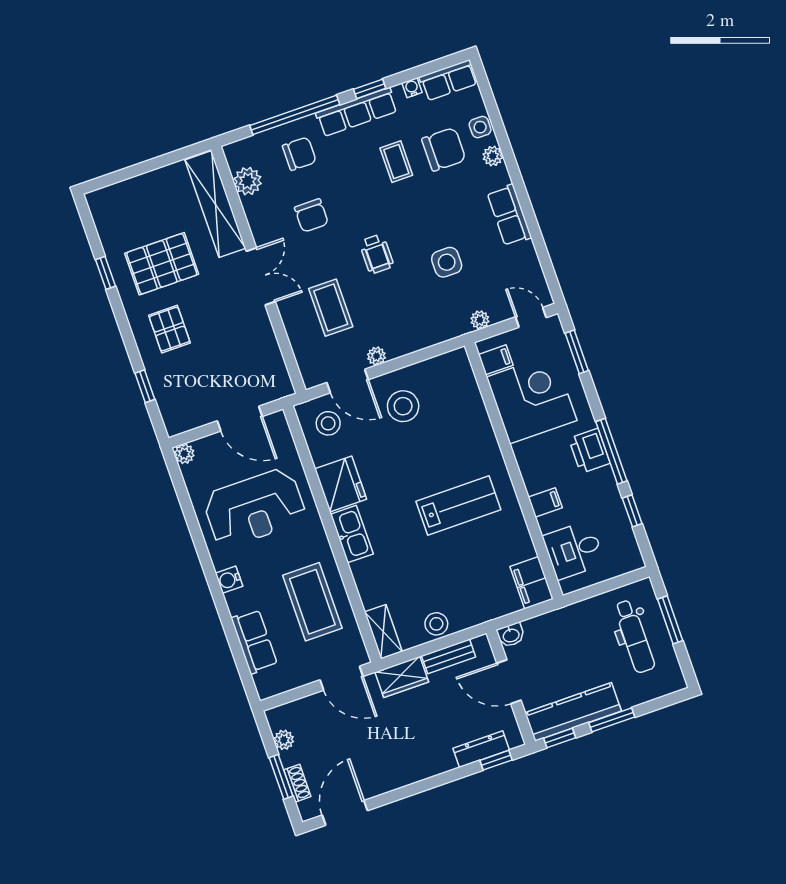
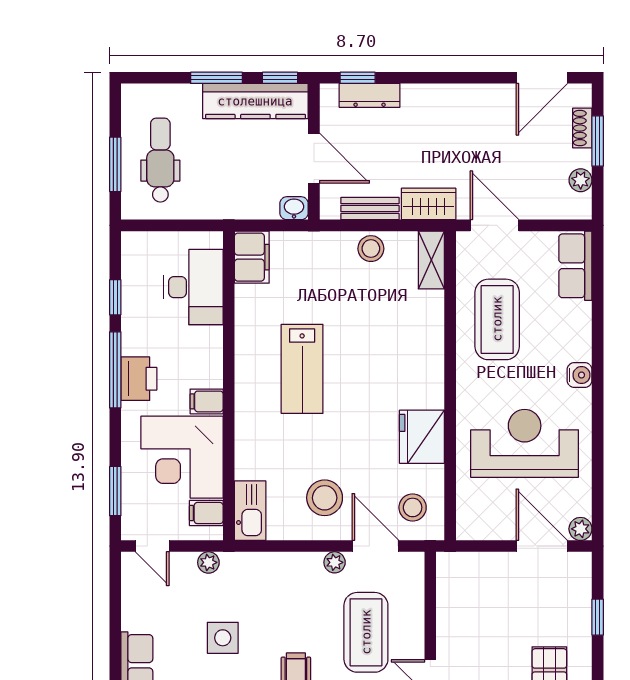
coffee table: (331, 308) -> (366, 632), width x1.36, depth x1.32
door: (240, 419) -> (542, 546), moved
filing cabinet: (545, 502) -> (207, 401), moved
lab bench: (458, 506) -> (302, 369), turned -90
kitchen sink: (352, 534) -> (250, 511), moved, turned 180
desk: (574, 550) -> (193, 287), width x1.37
row of seats: (254, 641) -> (575, 266), moved

